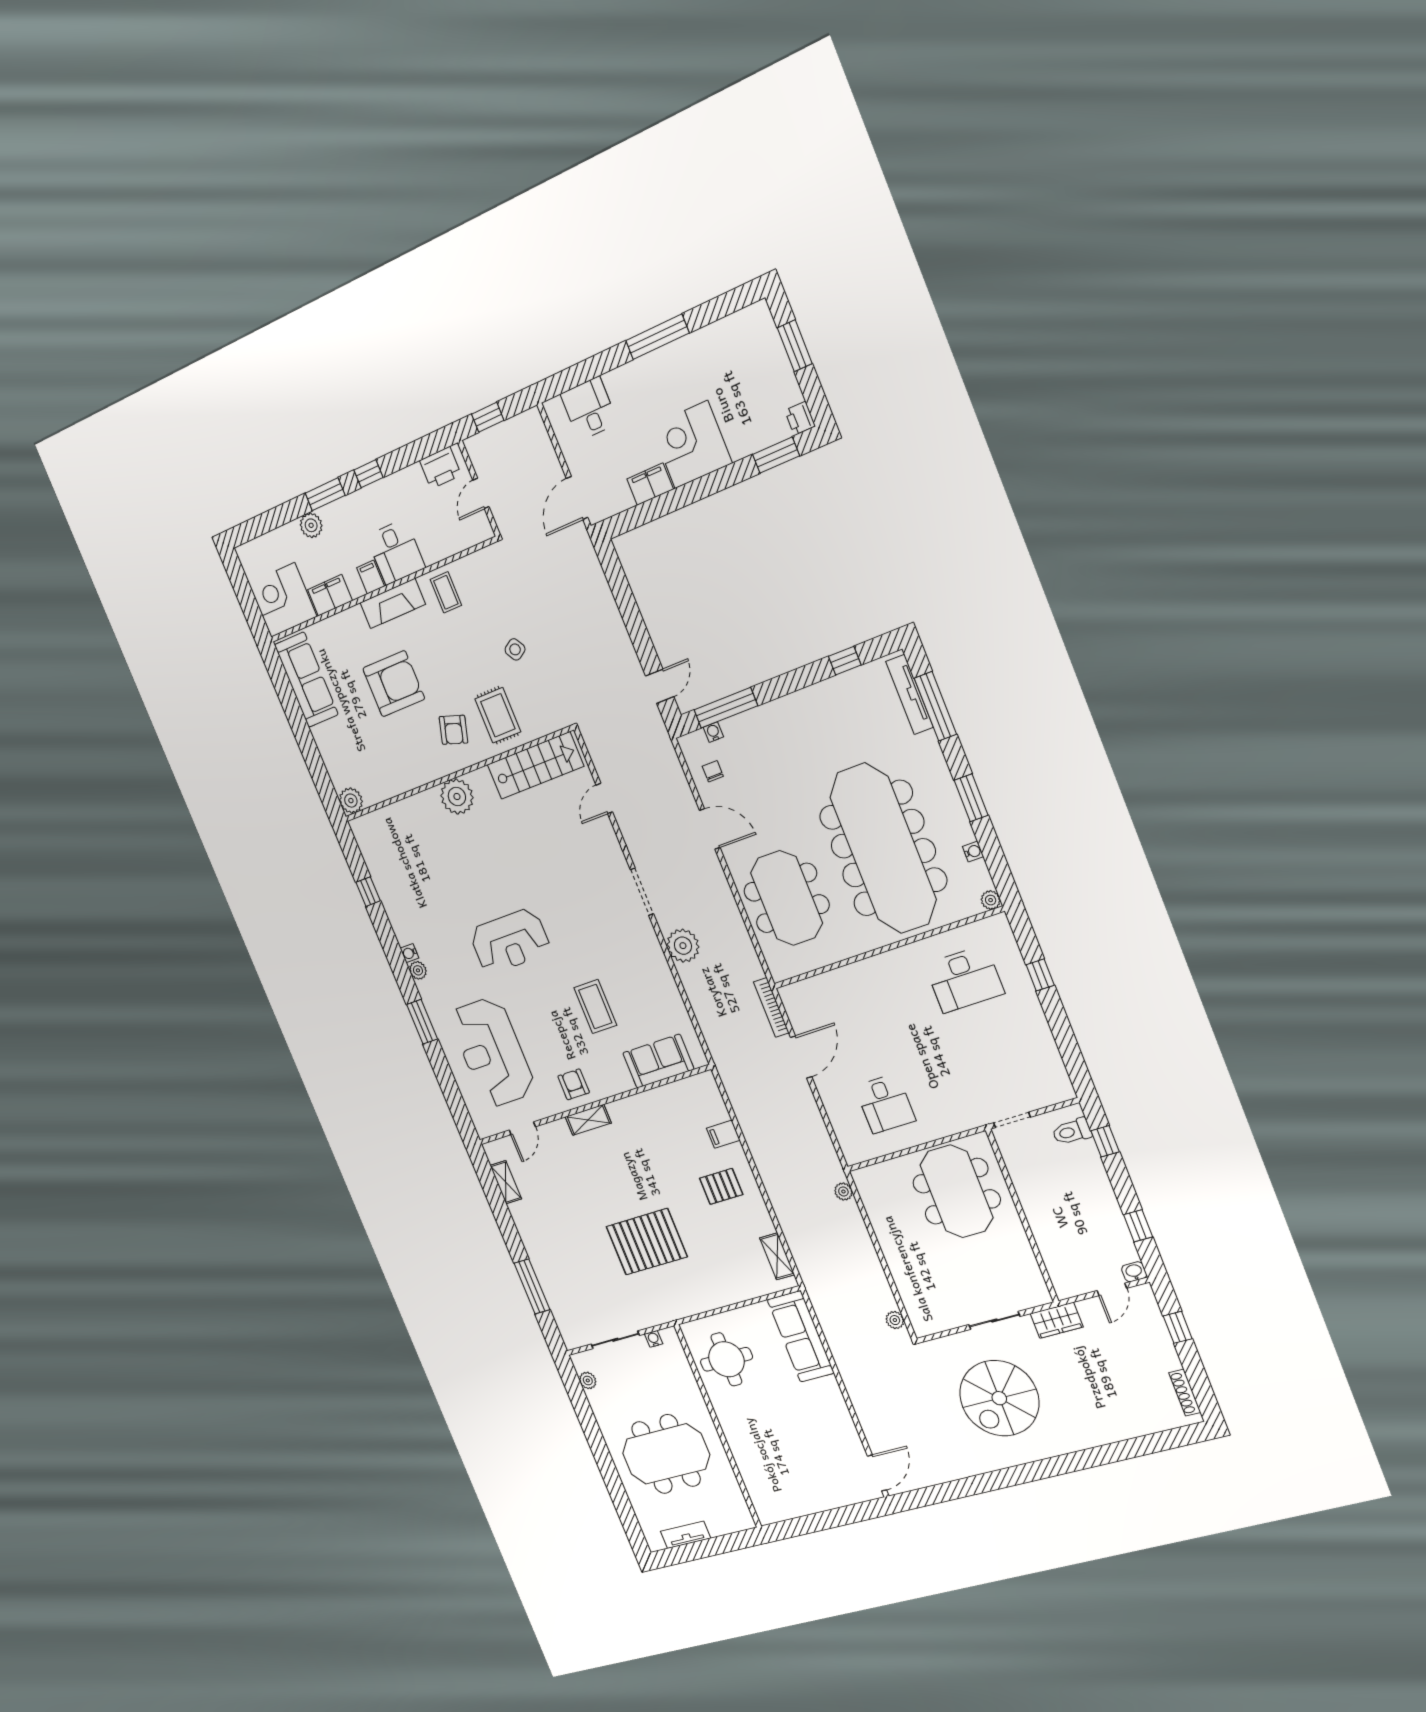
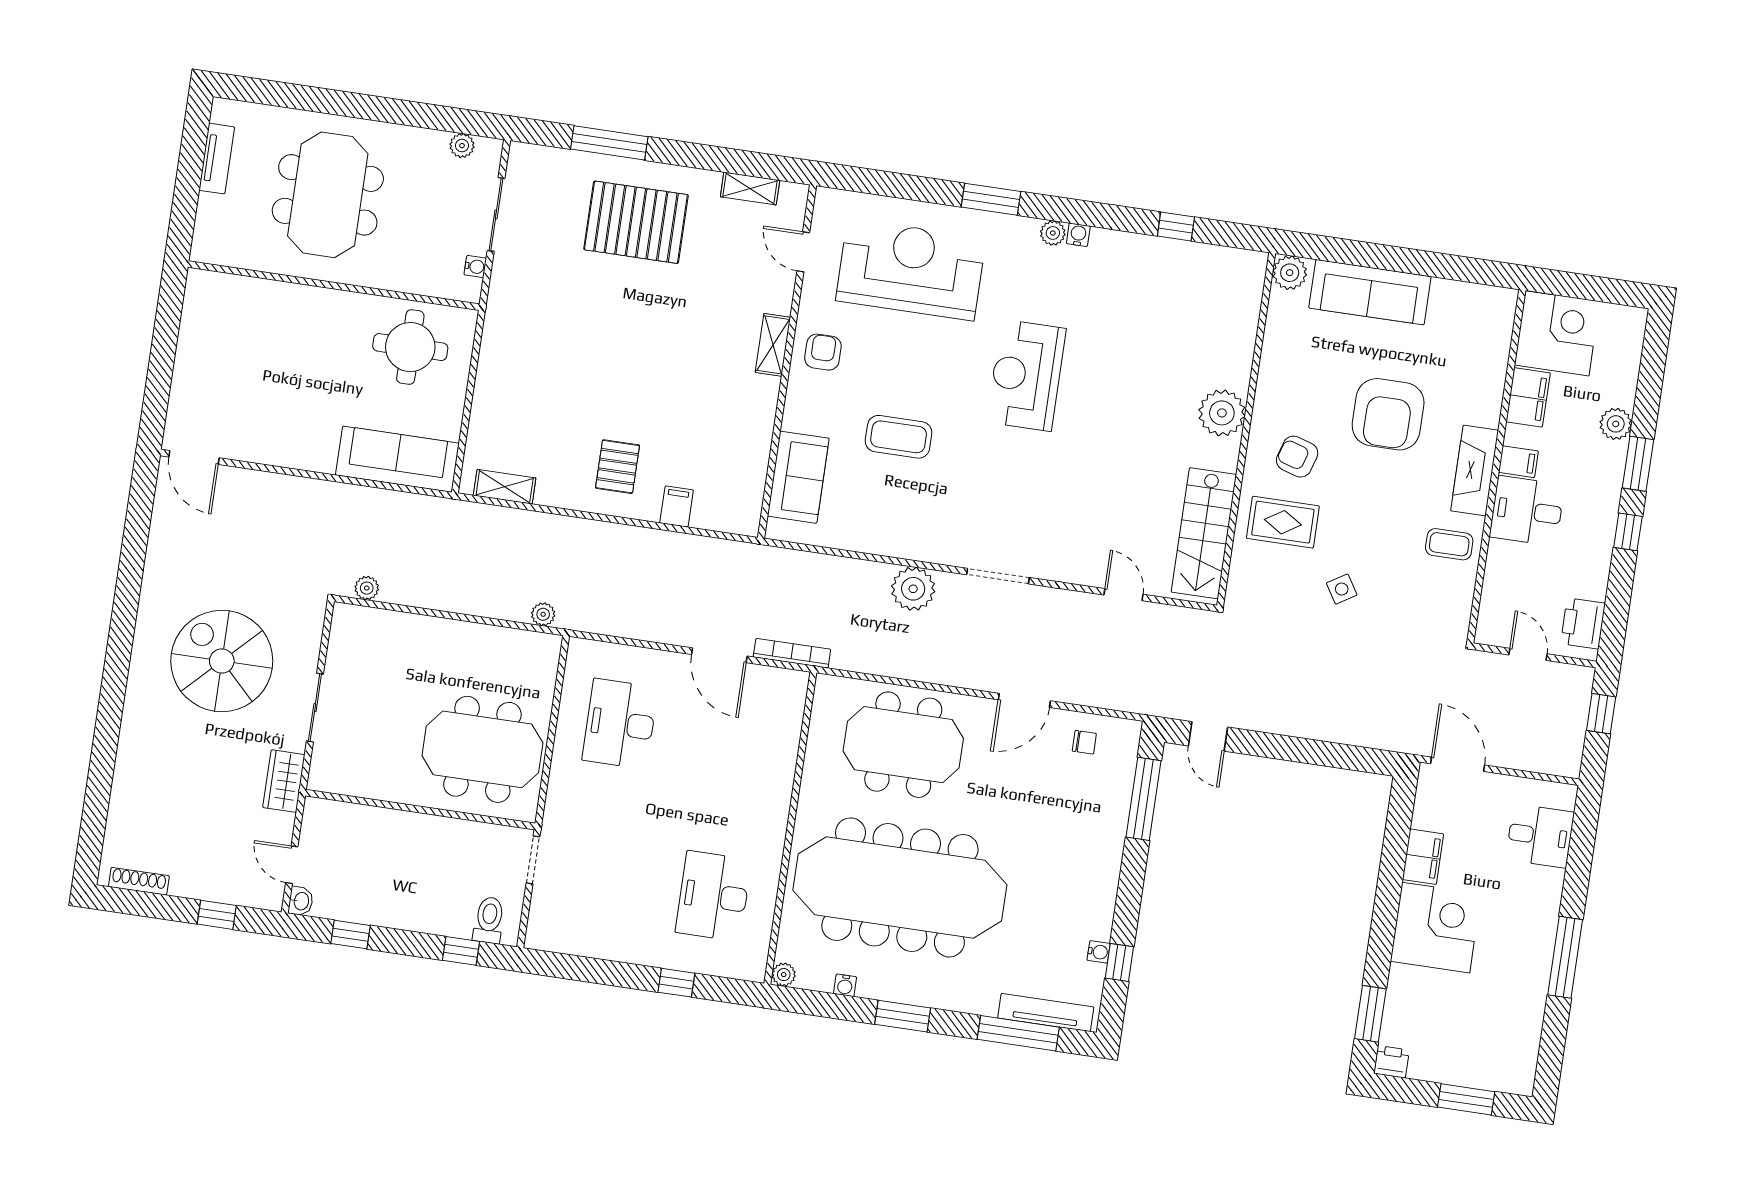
sofa: (306, 680) -> (1370, 292), moved
water cooler: (713, 732) -> (1099, 952), moved
armchair: (574, 1084) -> (823, 352), turned -90
desk: (885, 1103) -> (620, 724), width x1.37
pallet: (647, 1242) -> (636, 222), moved, turned 90

